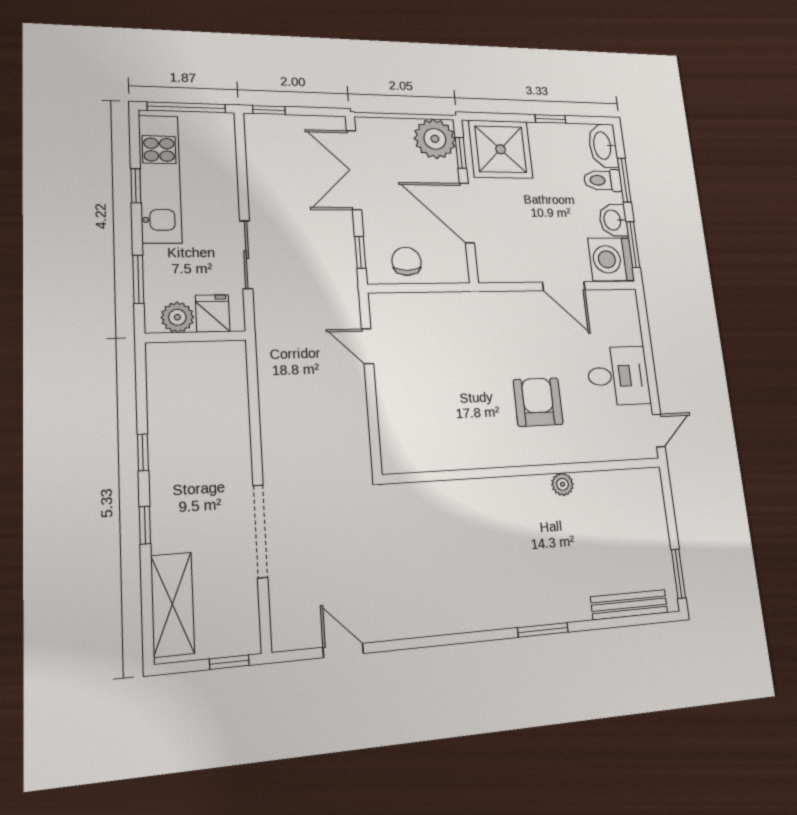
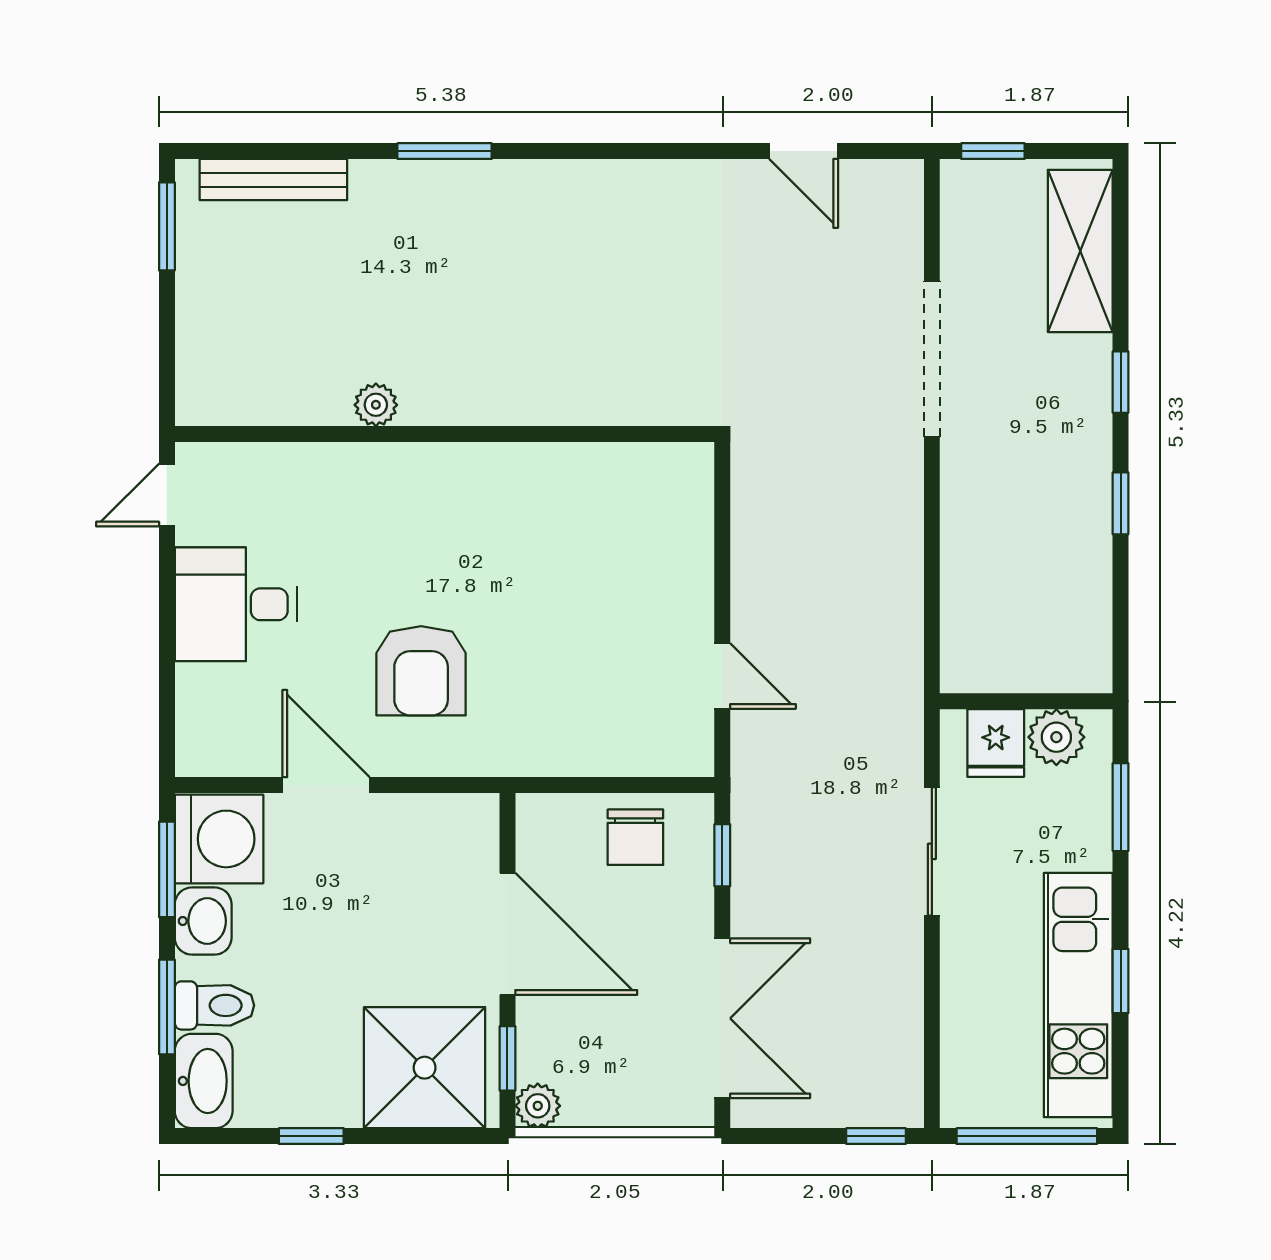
plant: (435, 139) -> (538, 1106), width x0.53, depth x0.53
armchair: (538, 402) -> (421, 671), moved

